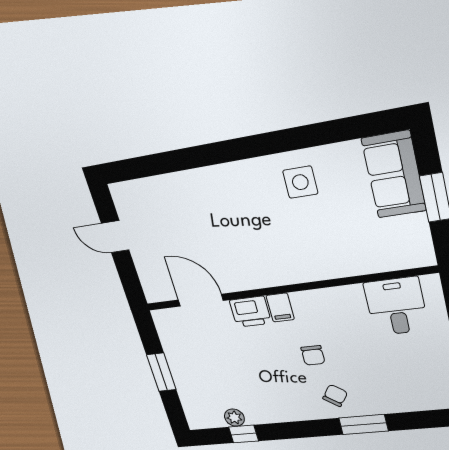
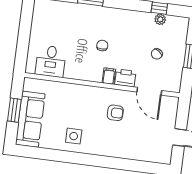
sofa: (394, 175) -> (30, 119), width x1.36
armchair: (242, 247) -> (115, 113), added
chair: (335, 395) -> (157, 54), moved

